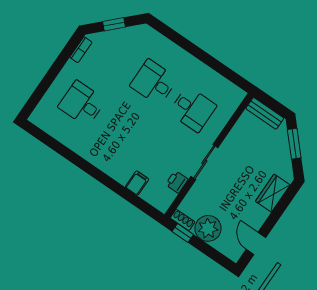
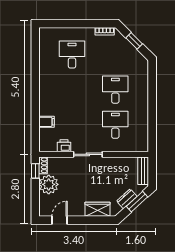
desk: (193, 109) -> (115, 125), turned 180
dresser: (283, 153) -> (127, 199), added

